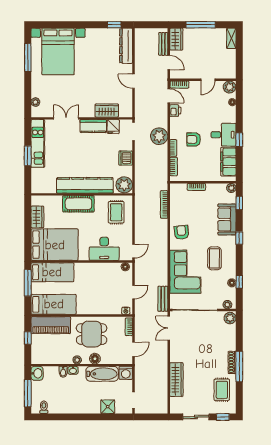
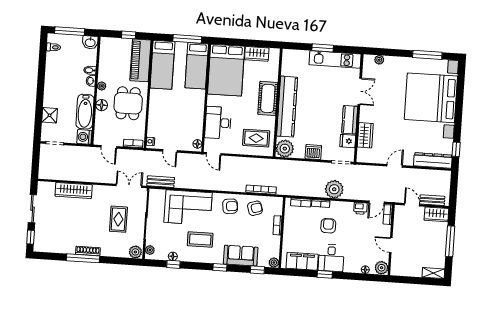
bed with nightstands: (58, 51) -> (431, 98), width x1.36
door: (169, 63) -> (412, 205), swing flipped
armchair: (182, 209) -> (255, 208), added
rug: (222, 390) -> (118, 219), moved, turned 90

